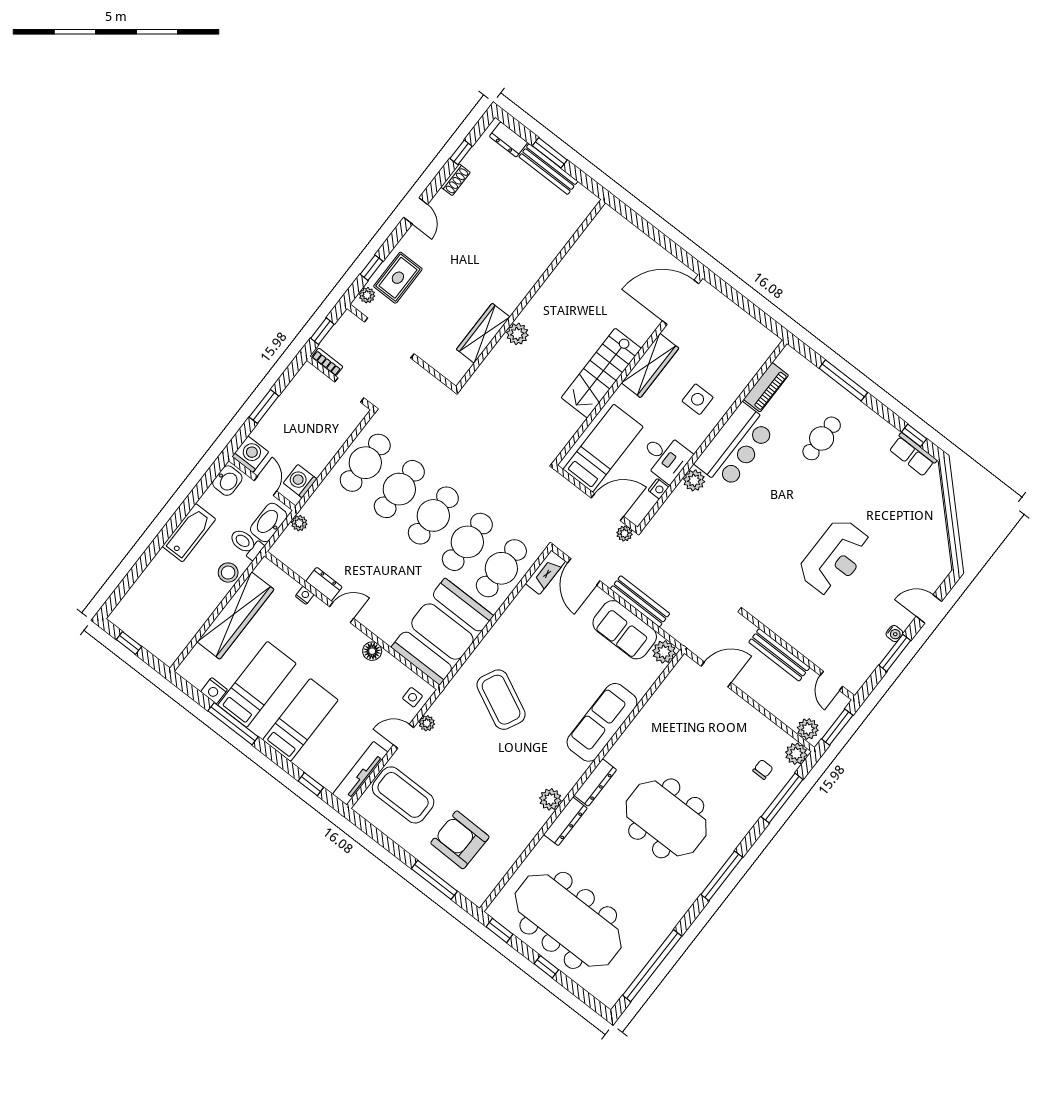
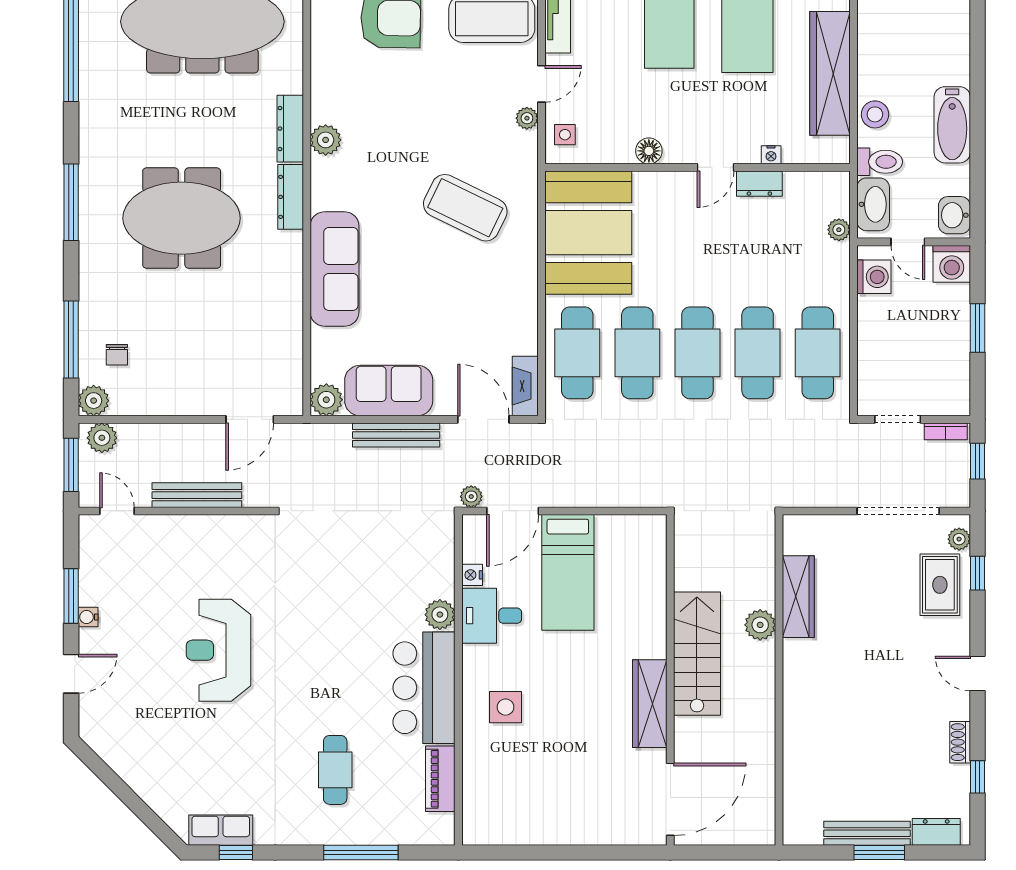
door: (680, 302) -> (670, 799), moved
wardrobe: (650, 365) -> (650, 704), moved
wall: (628, 370) -> (670, 680), moved
stairs: (601, 373) -> (697, 654), moved

